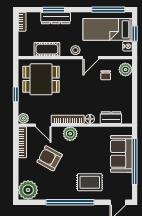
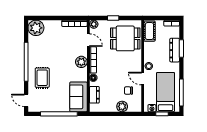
cot: (47, 49) -> (149, 31), moved
plant: (125, 70) -> (122, 106), moved
dining table: (41, 79) -> (125, 38), turned 90
door: (43, 125) -> (88, 40), swing flipped
sofa: (121, 154) -> (78, 97), moved, turned -90
armchair: (50, 158) -> (62, 45), removed

